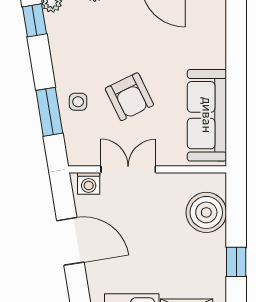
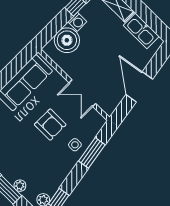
armchair: (129, 97) -> (50, 125), turned 116
washing machine: (89, 183) -> (77, 22), moved, turned 90

